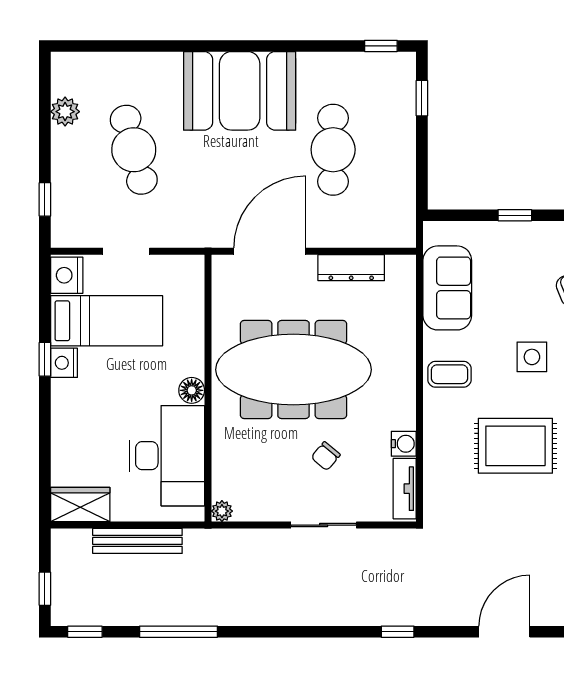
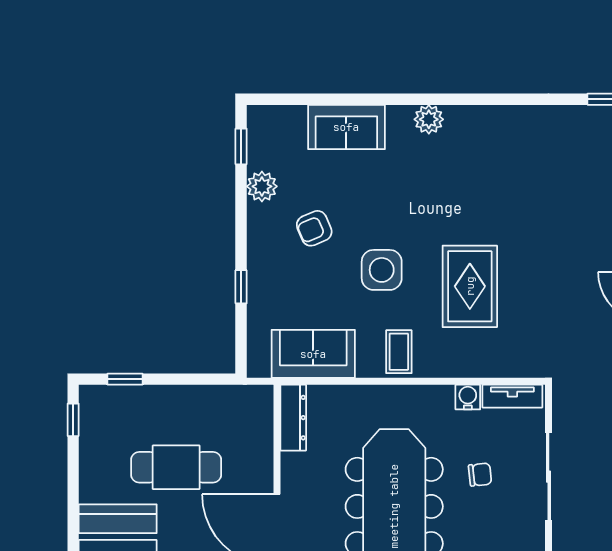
dresser: (351, 268) -> (293, 418), moved
side table: (532, 357) -> (382, 270), width x1.37, depth x1.37
chair: (326, 456) -> (480, 475), turned -46
sliding door: (324, 525) -> (548, 477), width x1.37

